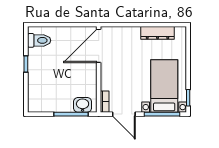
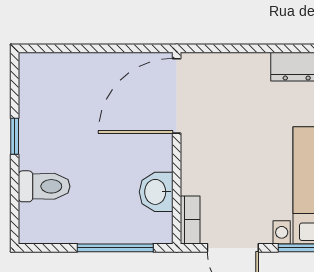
toilet: (39, 40) -> (44, 186), moved
washbasin: (83, 105) -> (156, 192), moved, turned -90

